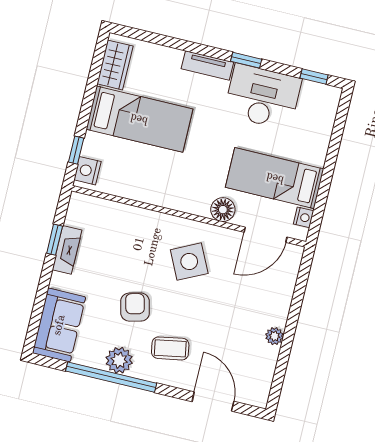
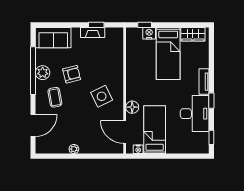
nightstand: (87, 171) -> (149, 33), moved

